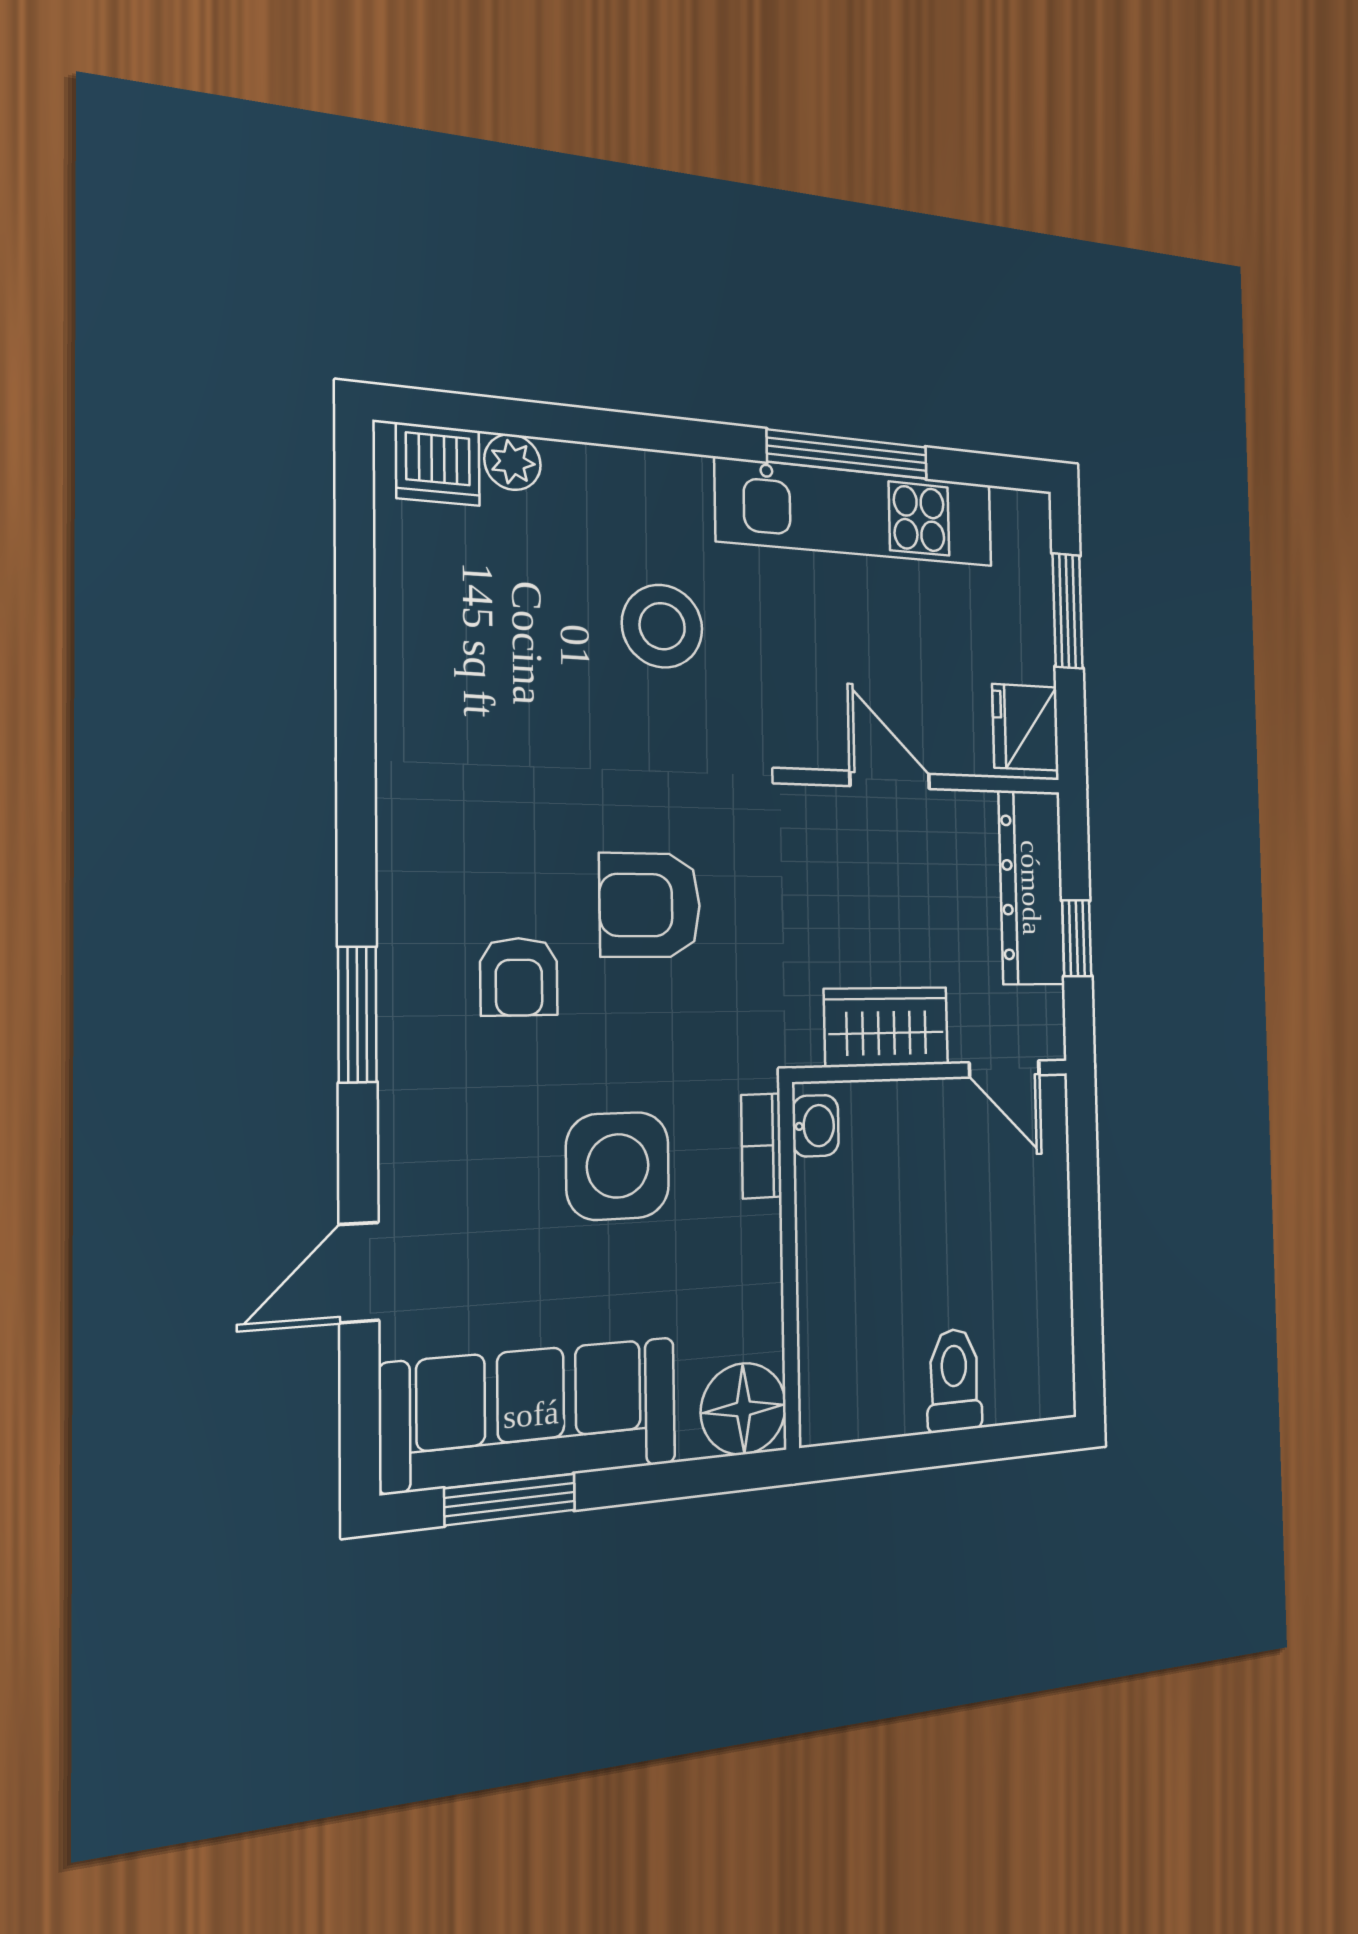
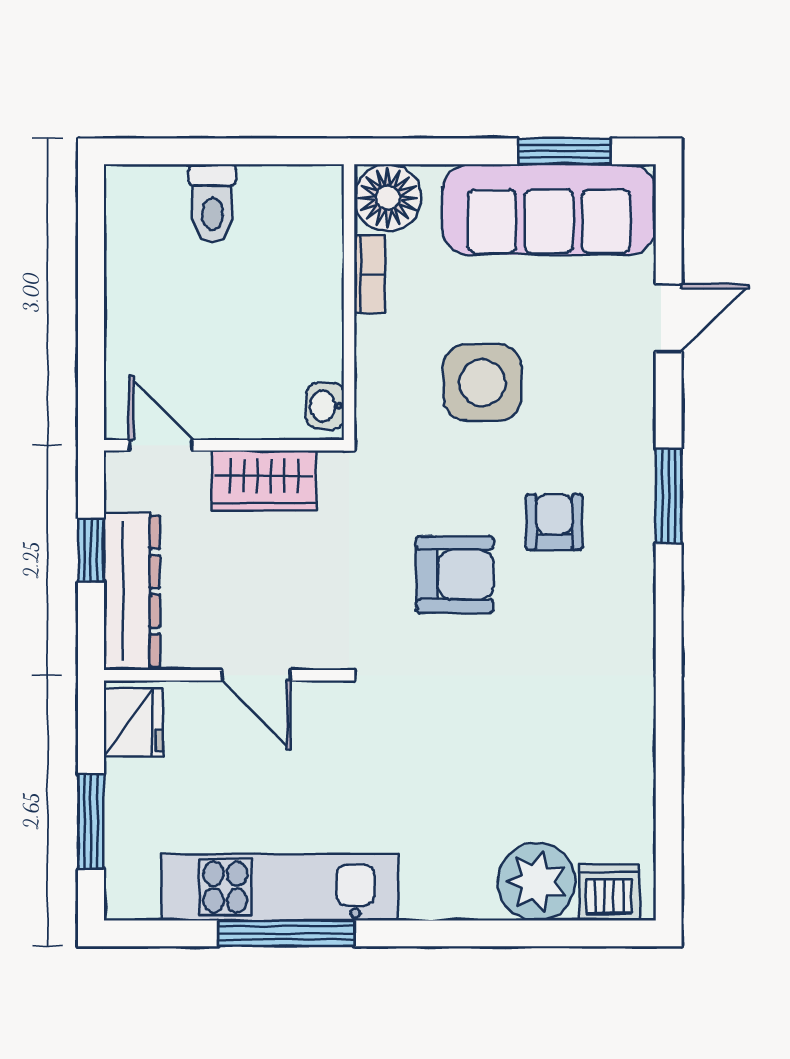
plant: (513, 462) -> (537, 882), width x1.88, depth x1.88
stool: (662, 626) -> (442, 786), removed
bookcase: (761, 1146) -> (370, 274), moved

